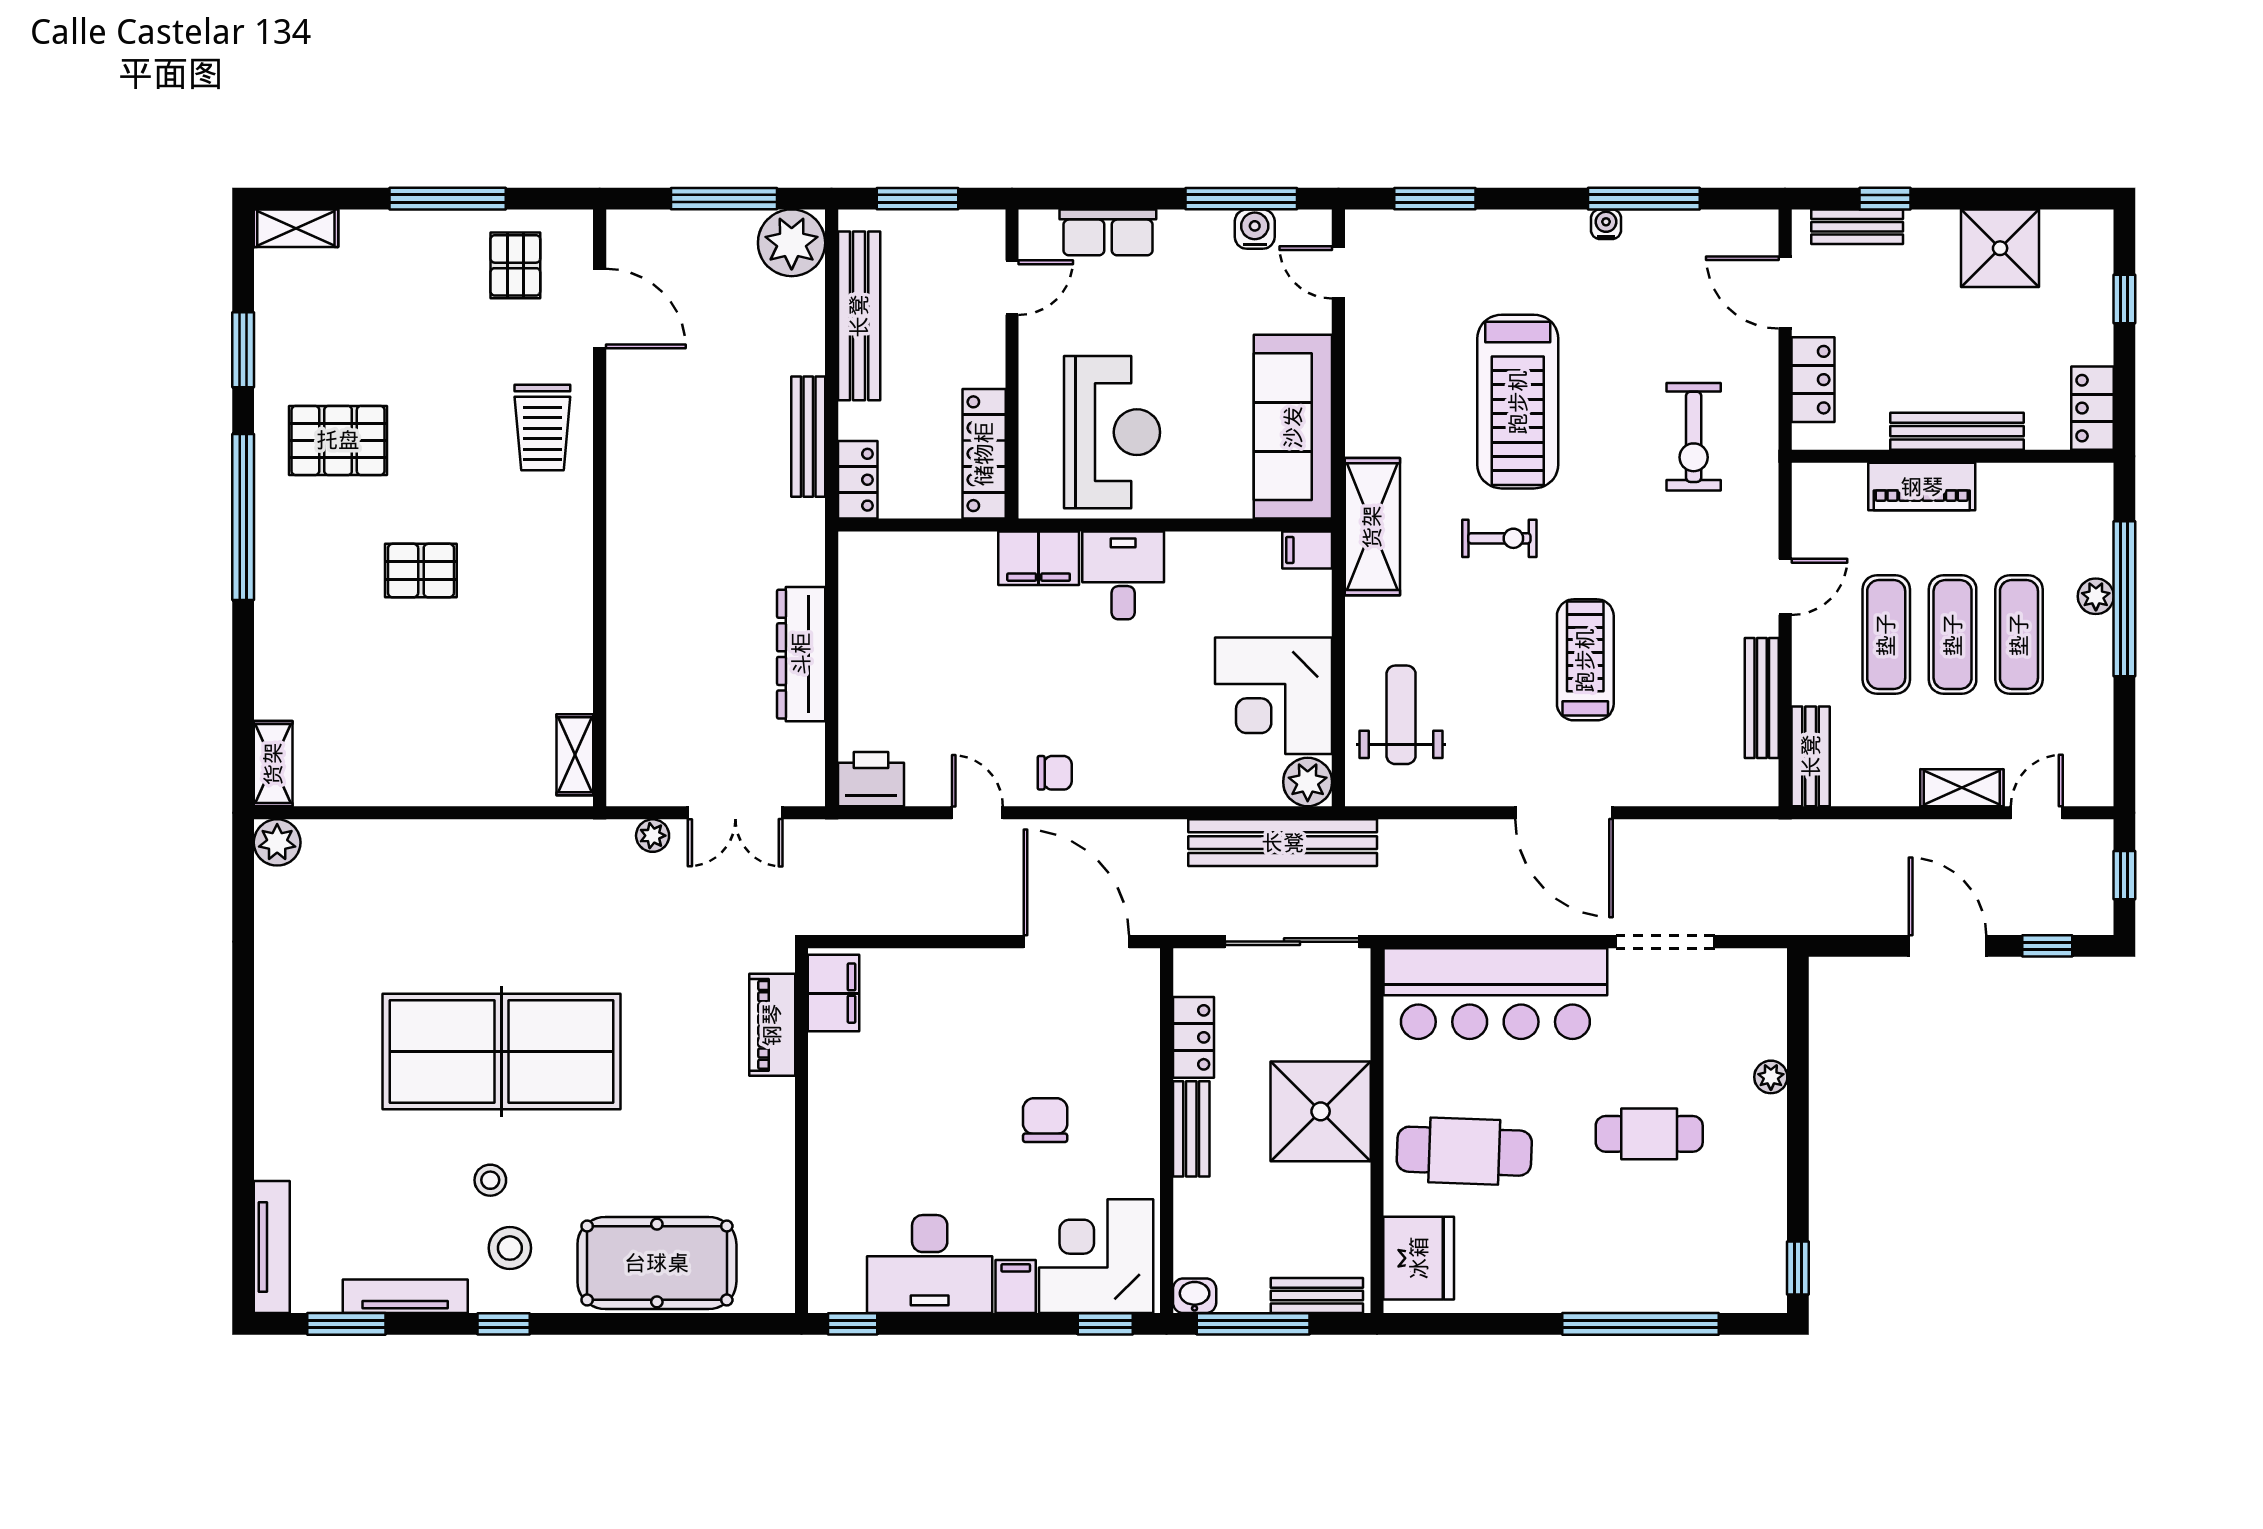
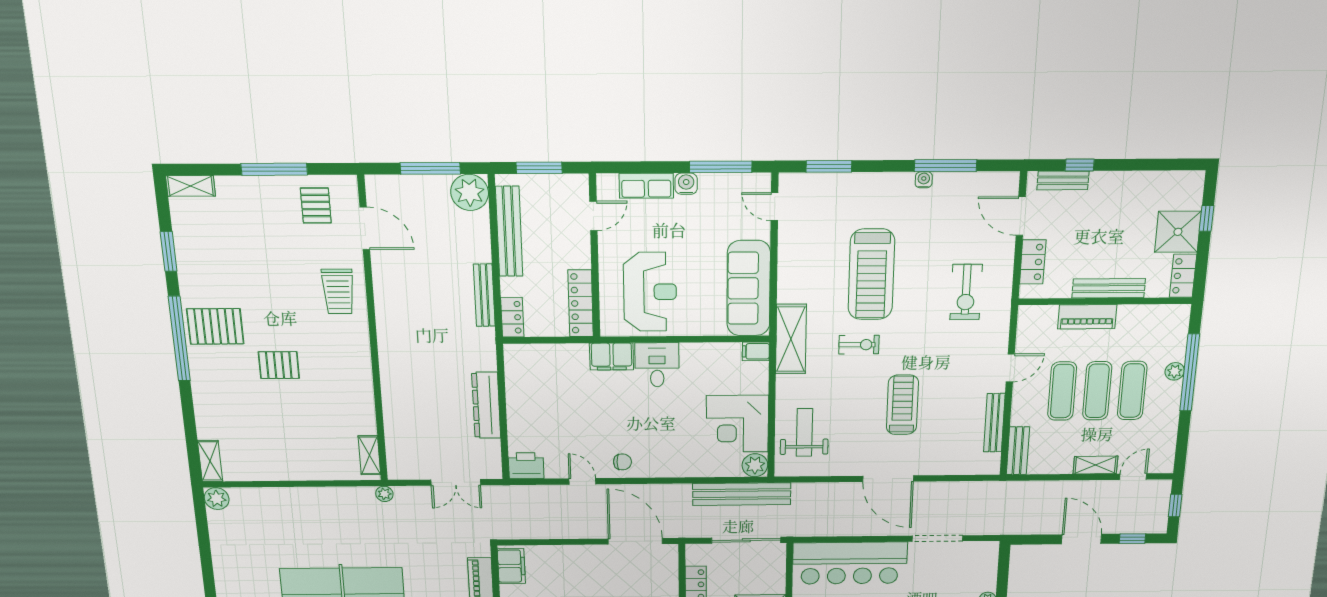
water cooler: (1255, 229) -> (686, 184), moved
shower: (2000, 248) -> (1178, 232), moved
pallet: (338, 440) -> (215, 326), moved
plant: (653, 836) -> (384, 494), moved

